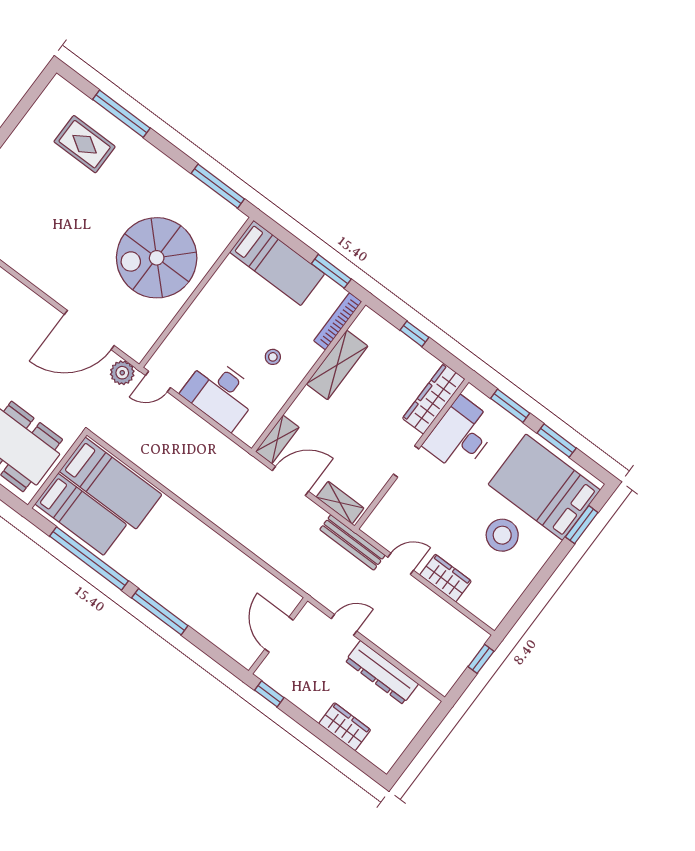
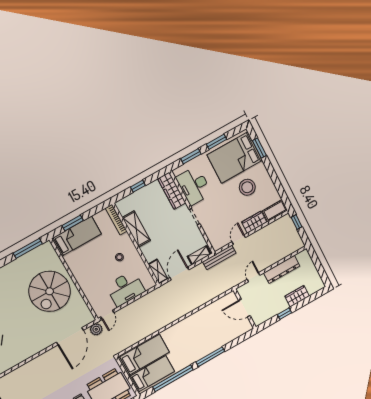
window: (331, 271) -> (73, 223), moved
cot: (483, 607) -> (275, 211), added
window: (269, 694) -> (285, 314), moved

